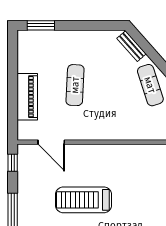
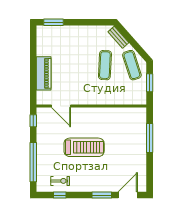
exercise mat: (75, 85) -> (105, 65), moved
treadmill: (84, 200) -> (84, 147), turned 180

